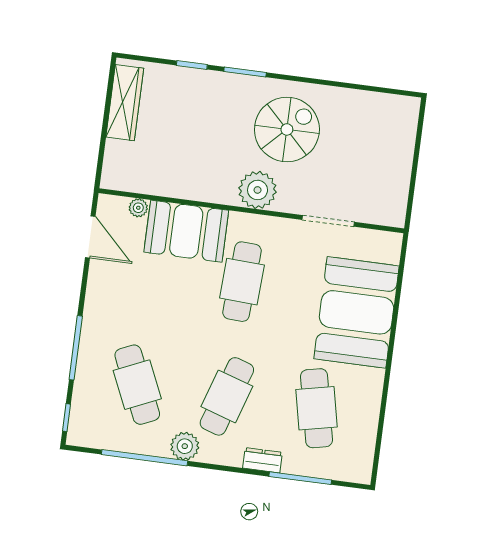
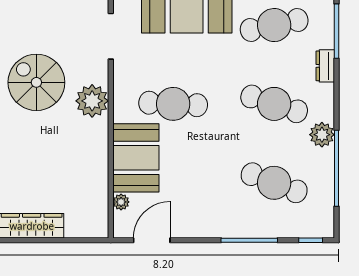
cafe table: (137, 385) -> (274, 183), turned 45

